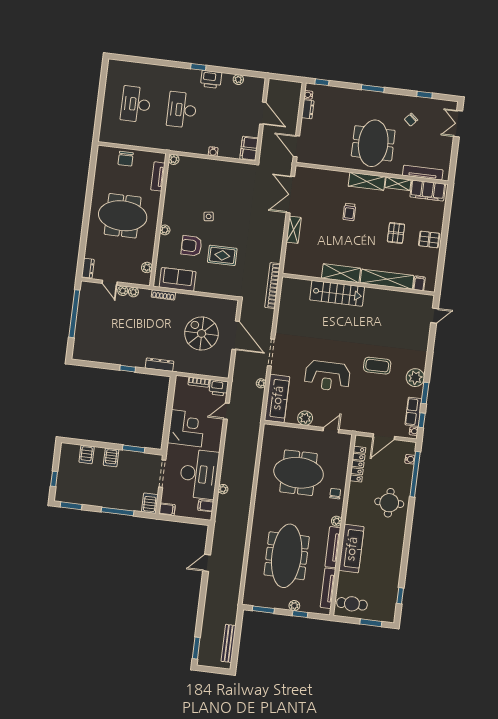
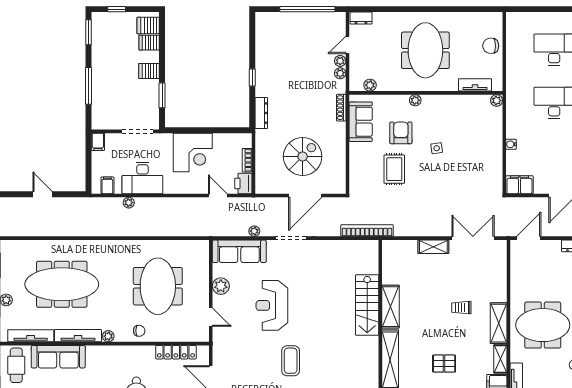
desk: (199, 474) -> (142, 178), width x0.73, depth x0.77
server rack: (150, 503) -> (148, 26), moved, turned 180
sofa: (351, 549) -> (58, 357), moved

